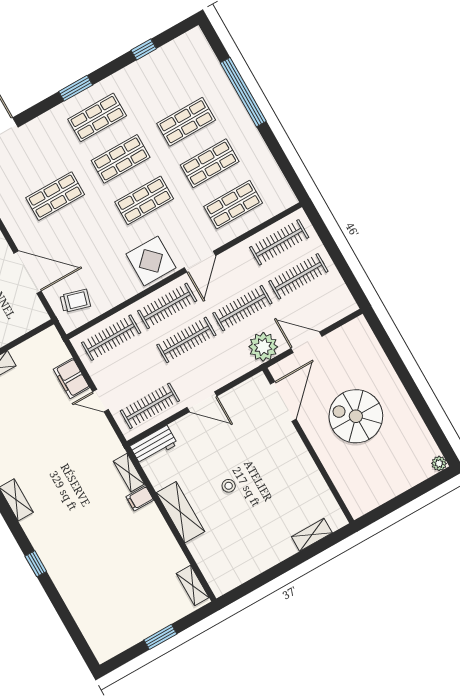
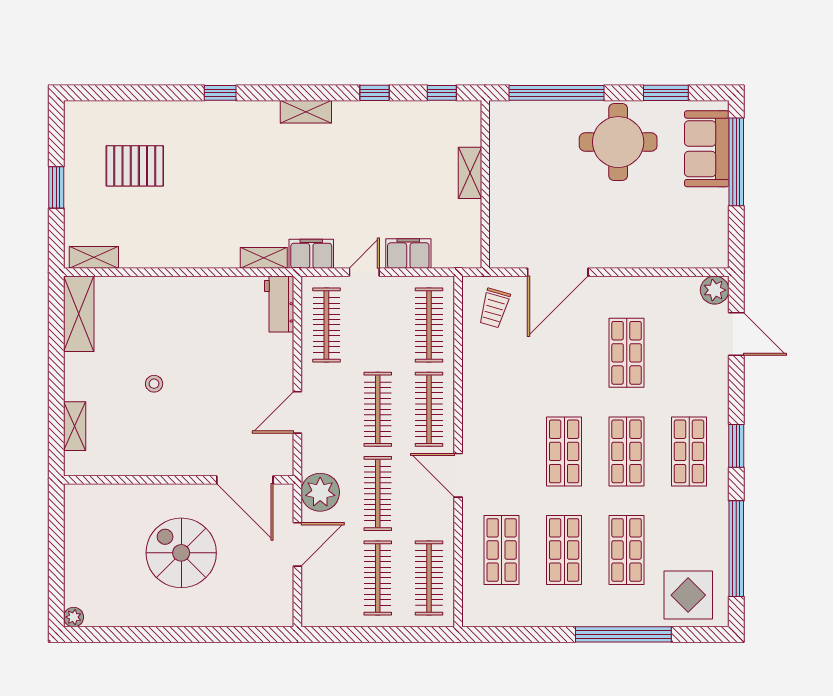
window: (144, 49) -> (736, 549), width x3.17
display table: (151, 261) -> (688, 595), moved
door: (202, 402) -> (297, 412), moved
spiral stairs: (356, 416) -> (181, 553), turned -90
stool: (229, 486) -> (154, 384), moved
filing cabinet: (140, 498) -> (311, 254), moved, width x2.00
shelving: (180, 512) -> (79, 314), moved, turned 90
pallet: (117, 593) -> (135, 166), added

